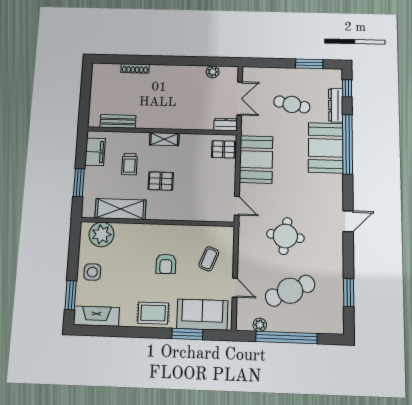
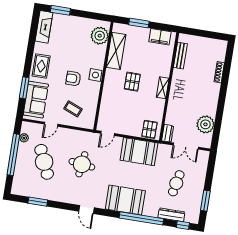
plant: (213, 72) -> (205, 124), width x1.87, depth x1.87
booth: (326, 148) -> (125, 200), moved
trolley: (129, 164) -> (148, 61), removed
side table: (92, 272) -> (95, 75), moved

